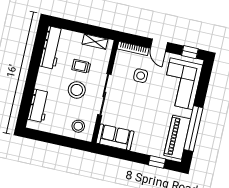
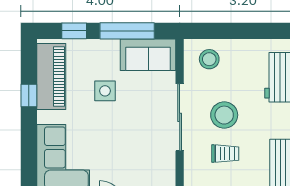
side table: (141, 76) -> (105, 91), moved
window: (193, 129) -> (29, 95), width x0.32
window: (125, 155) -> (127, 31), added

